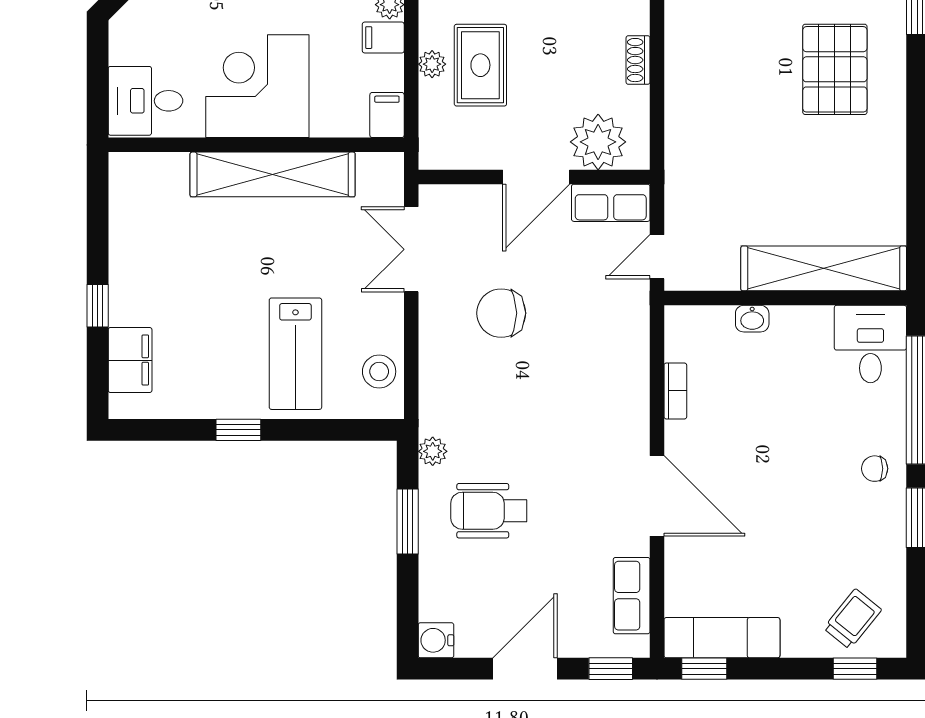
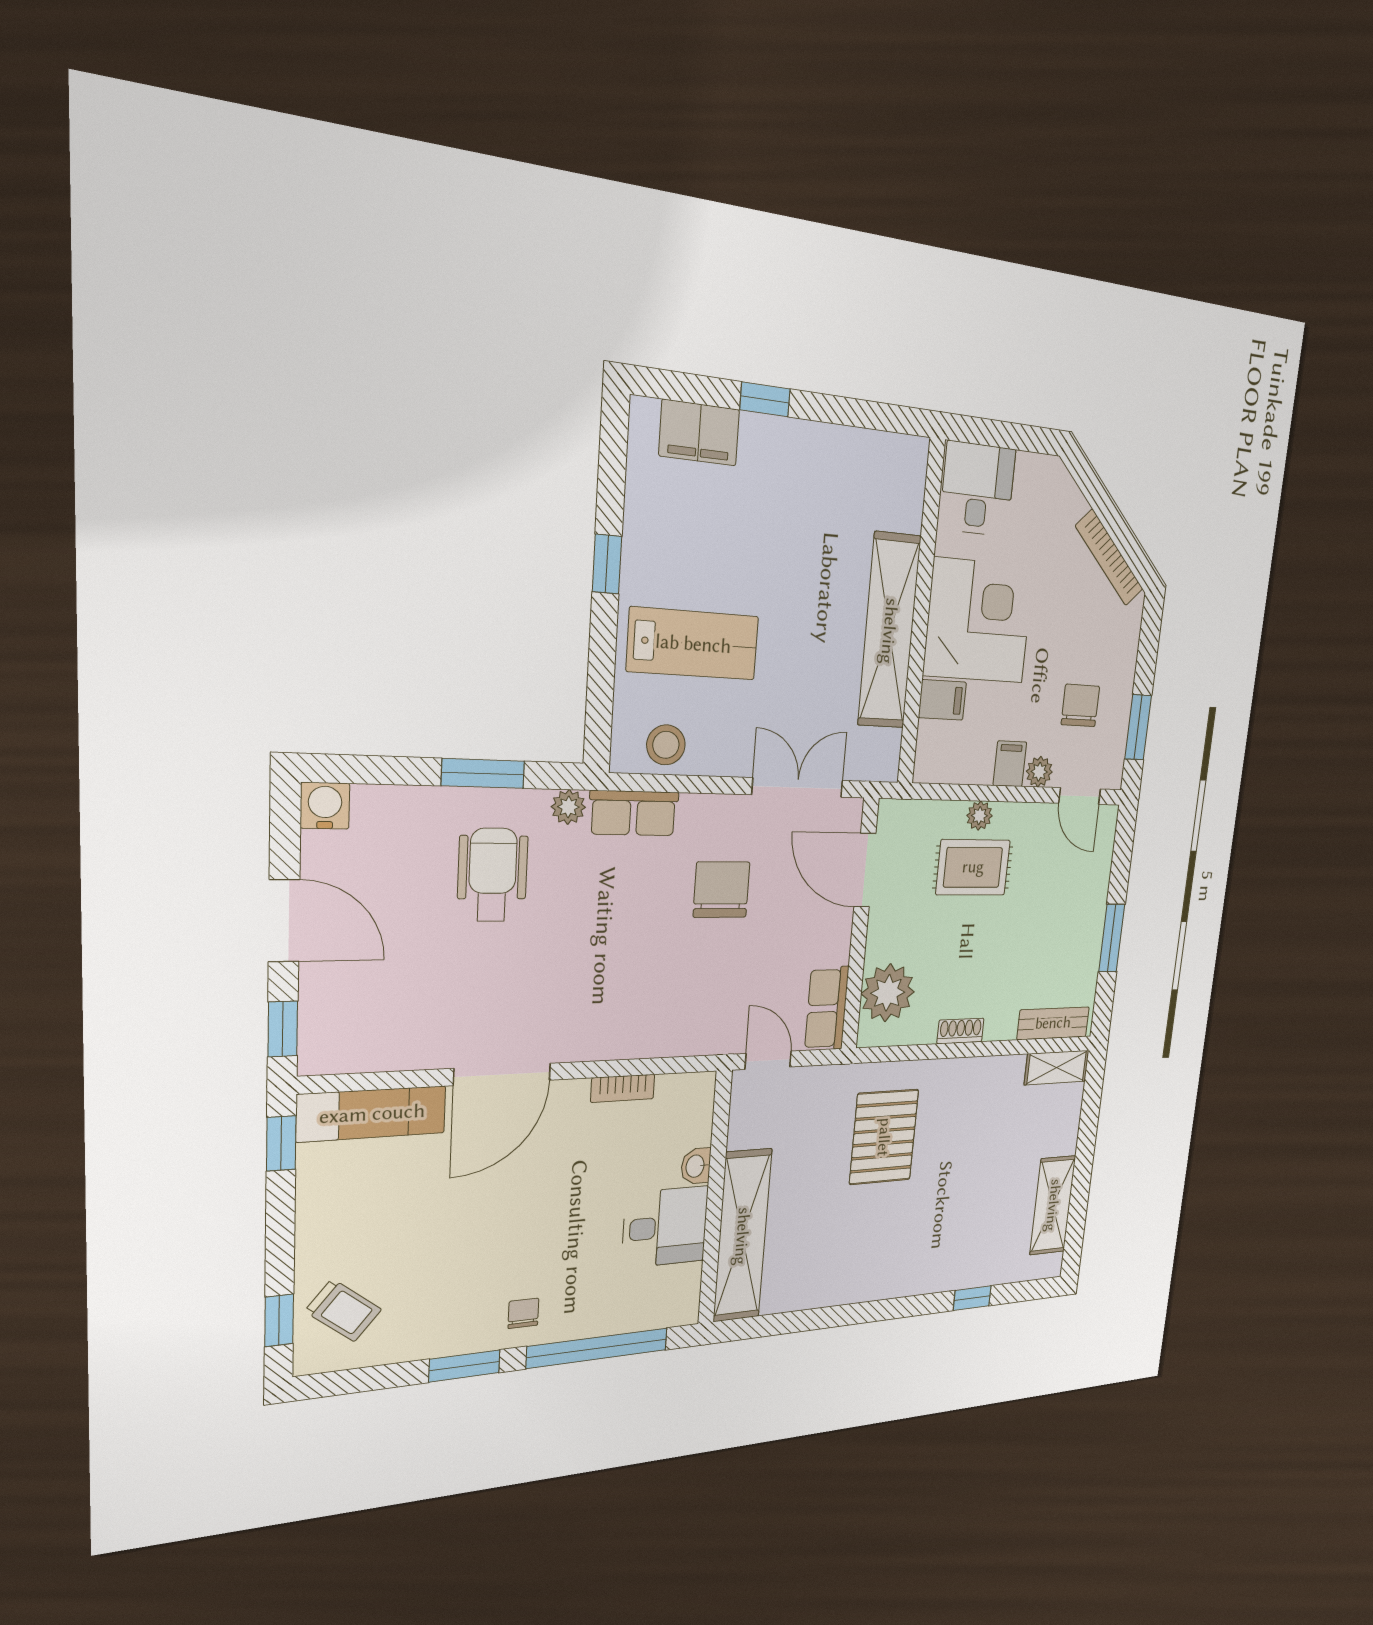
pallet: (835, 69) -> (884, 1137), moved, turned 90
filing cabinet: (387, 115) -> (942, 700), moved
door: (536, 177) -> (865, 870), moved
desk: (870, 344) -> (665, 1227), moved
lab bench: (295, 354) -> (693, 644), turned 180
row of seats: (632, 596) -> (634, 813), moved, turned 180
exam couch: (722, 638) -> (372, 1114), moved, turned 90

